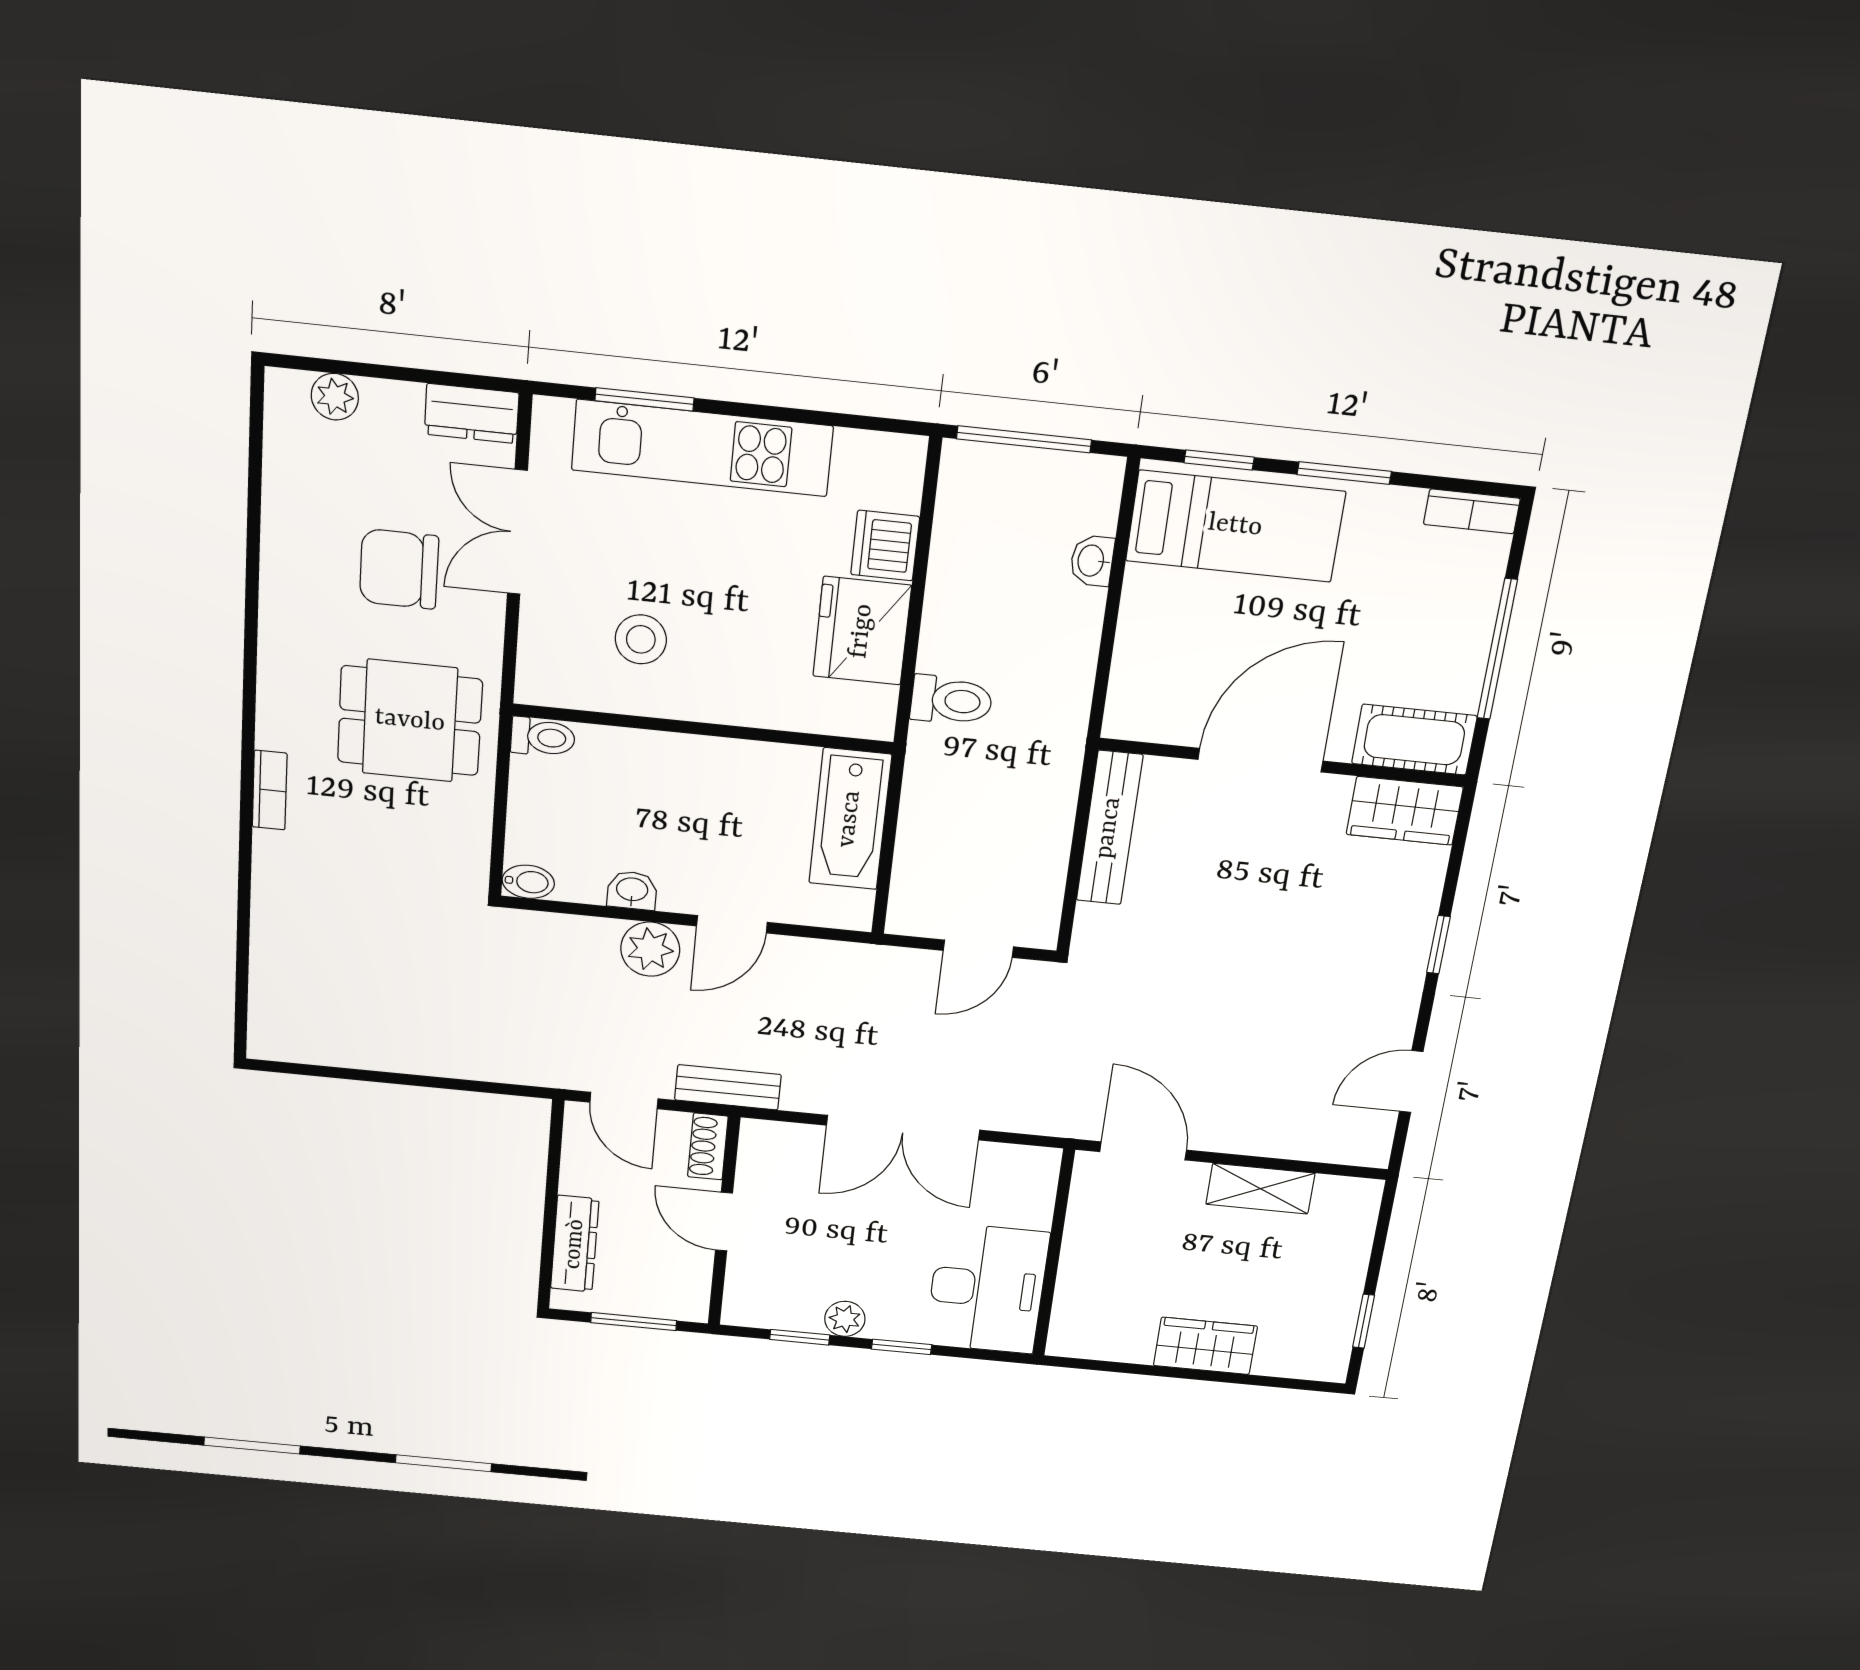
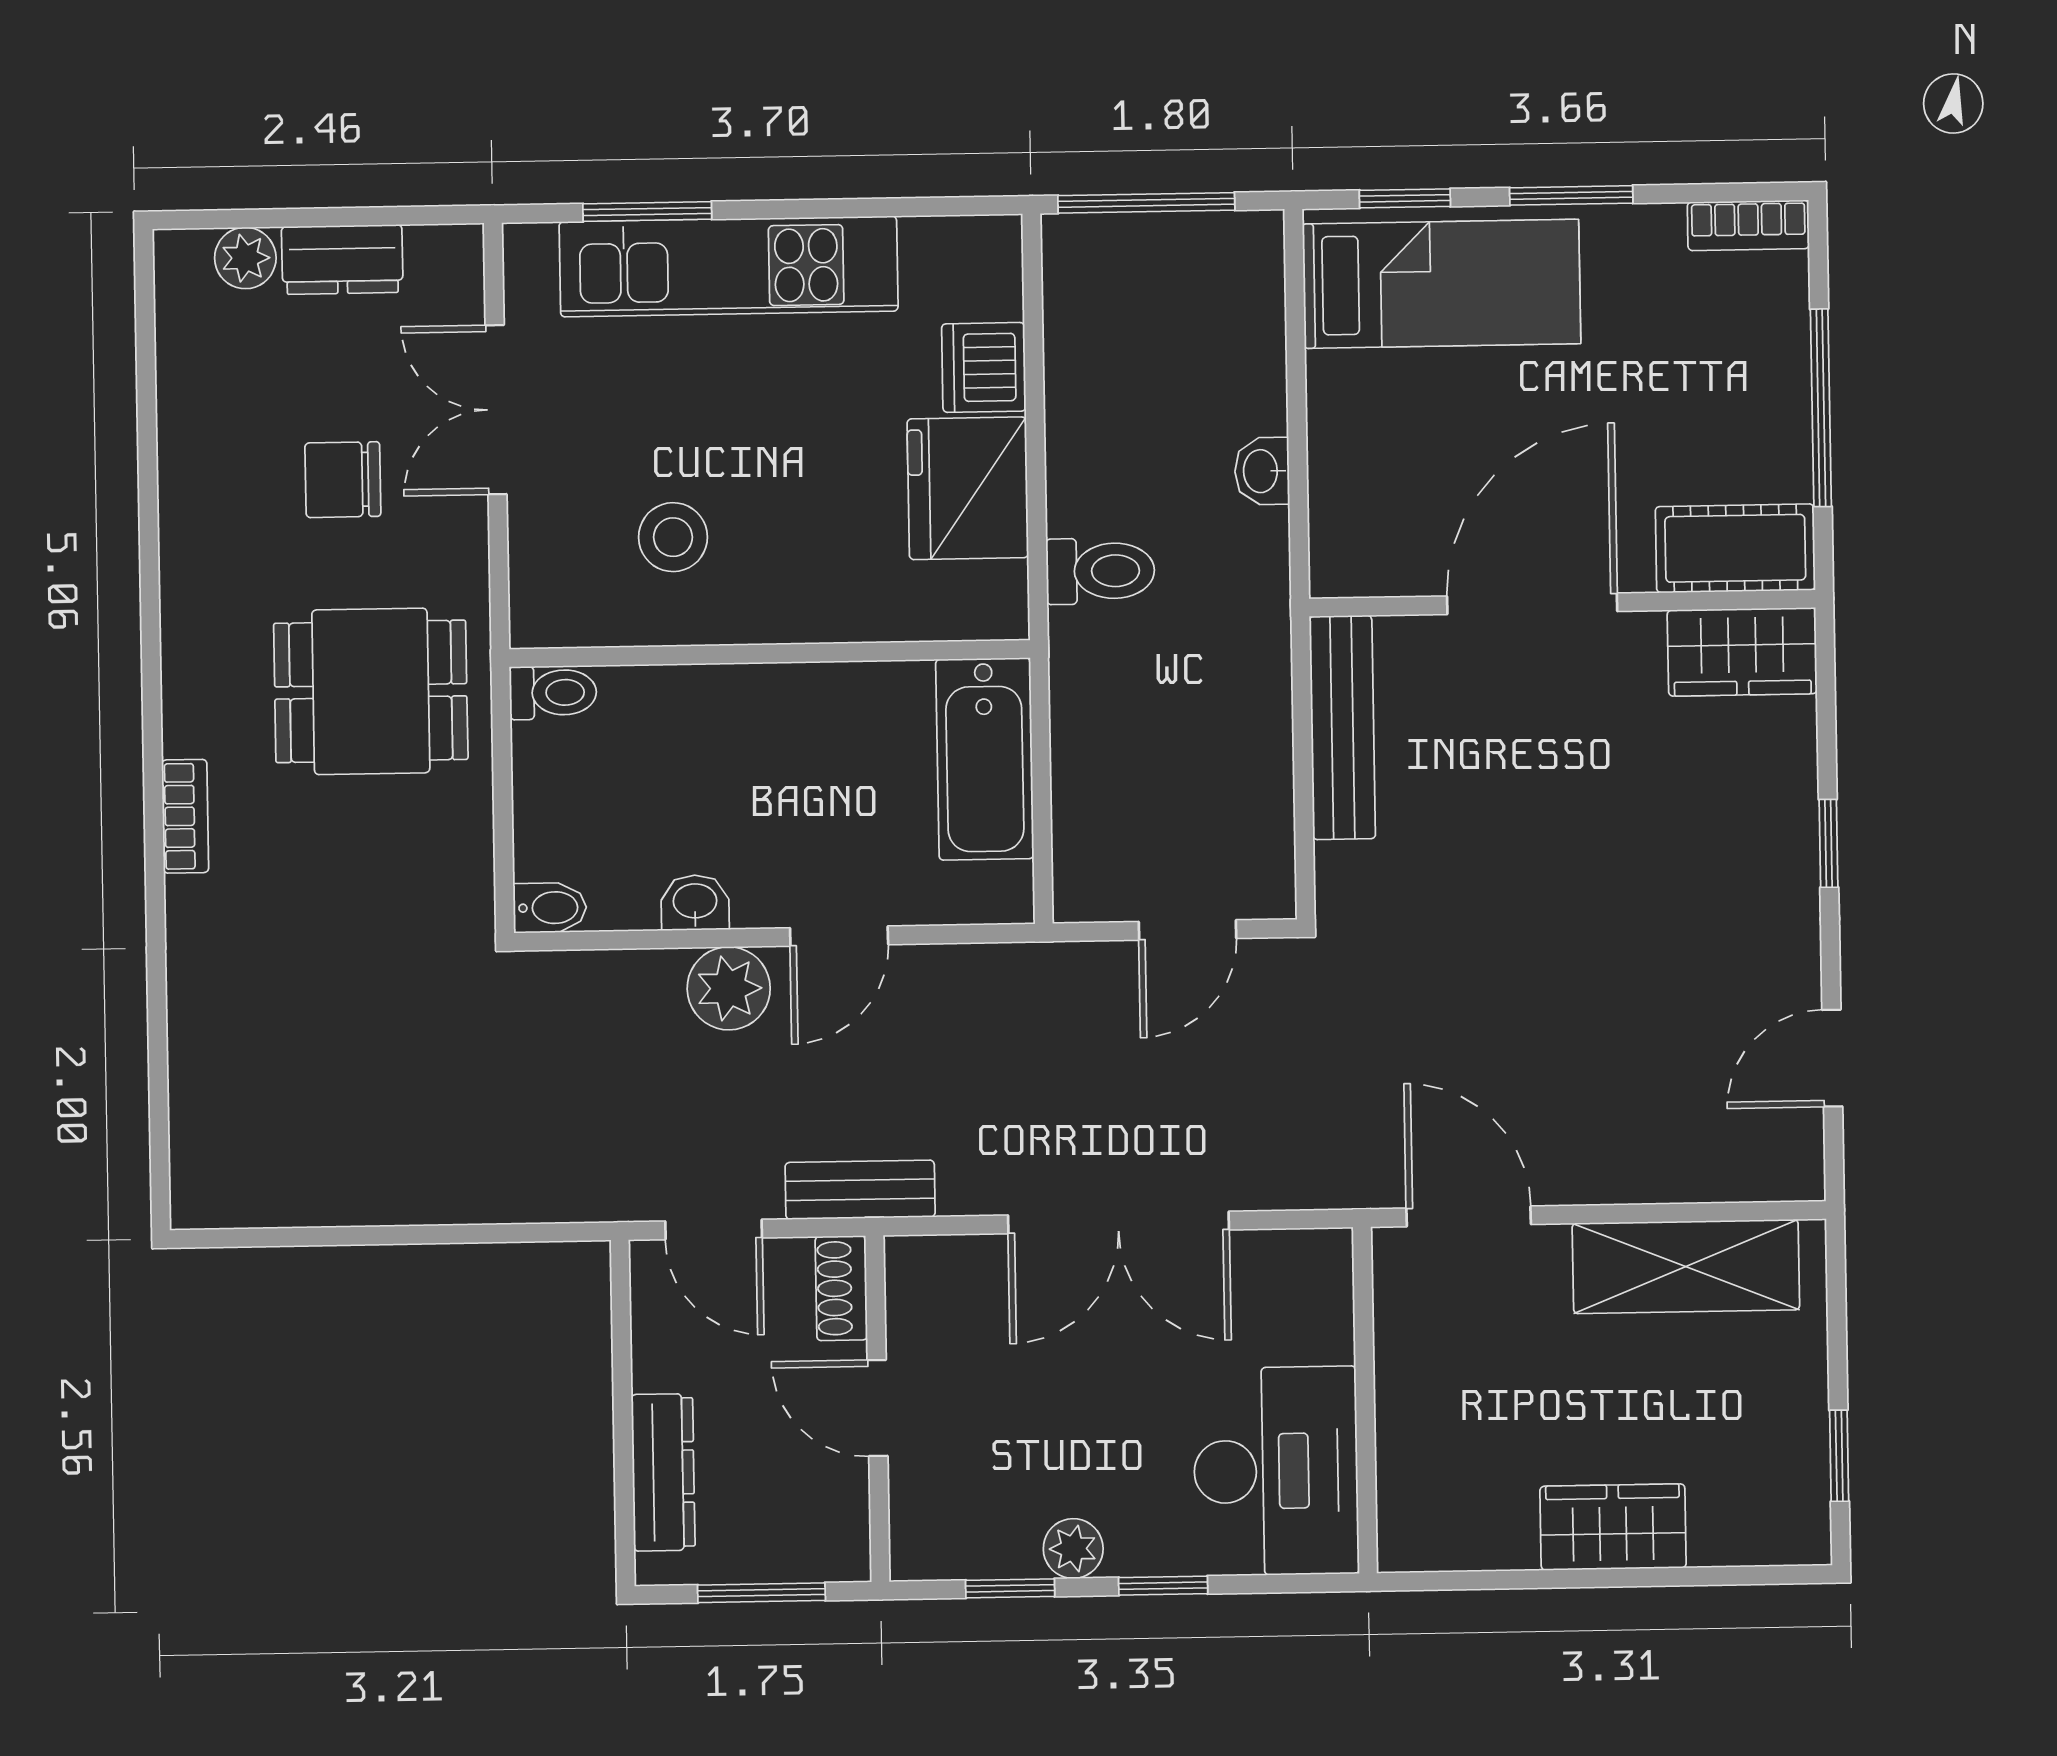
dresser: (472, 413) -> (342, 260), moved
washbasin: (1092, 561) -> (1262, 471), moved
chair: (399, 569) -> (343, 480), width x0.73, depth x0.73
shelving: (1260, 1189) -> (1686, 1267), width x1.50, depth x1.33

